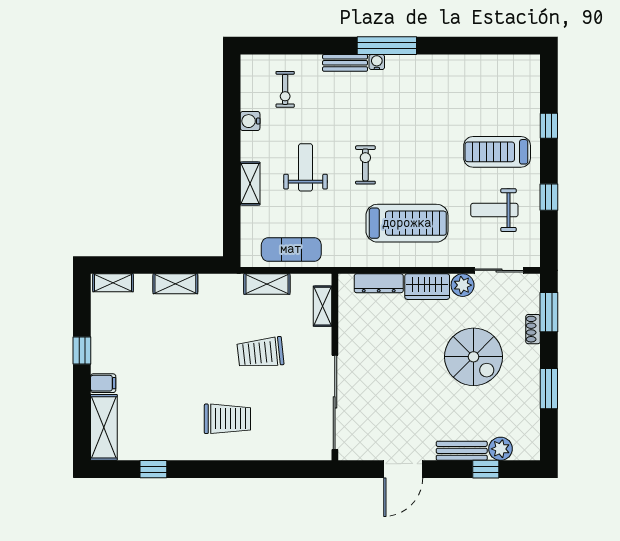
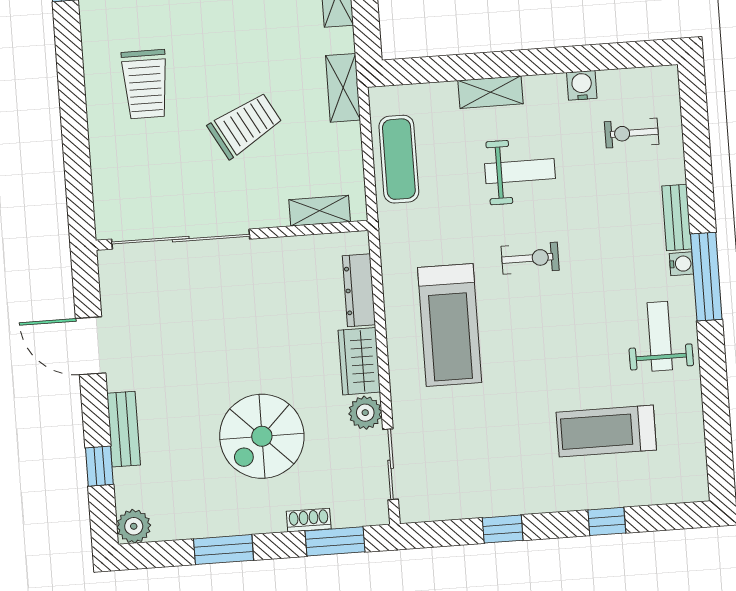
treadmill: (497, 152) -> (606, 431), moved, turned -90
weight bench: (494, 210) -> (660, 336), moved
shelving: (267, 284) -> (343, 88), moved
trolley: (260, 353) -> (245, 125), turned 67
plant: (500, 449) -> (134, 526), moved

